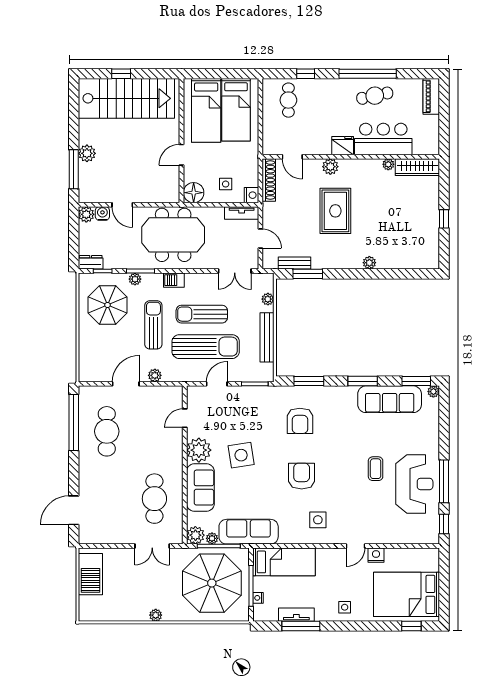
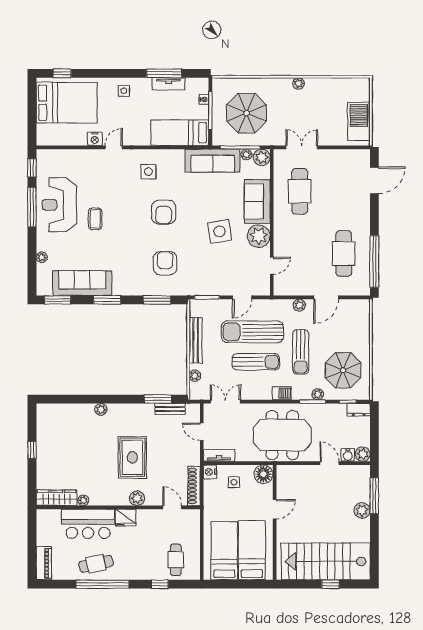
plant: (433, 392) -> (42, 257), moved
parasol: (212, 583) -> (247, 113), width x0.73, depth x0.73

